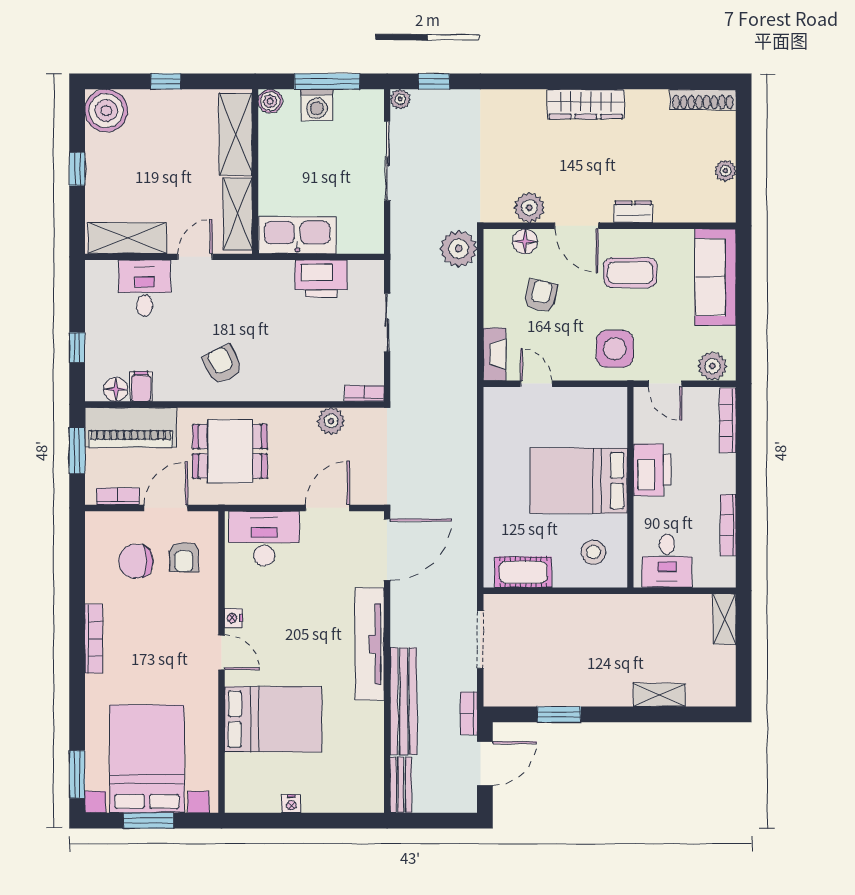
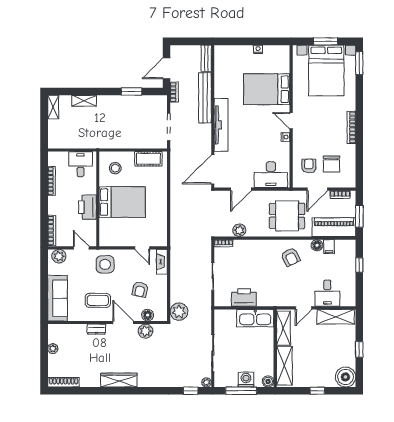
floor lamp: (116, 389) -> (317, 245), moved
chair: (136, 561) -> (331, 164), turned 90
shelving: (725, 619) -> (53, 107), moved

